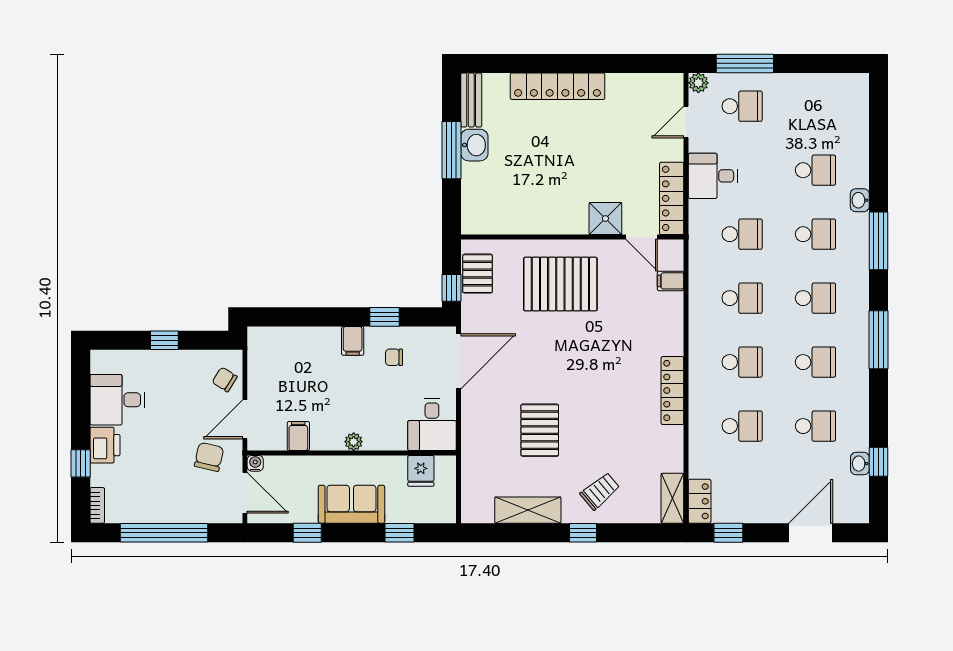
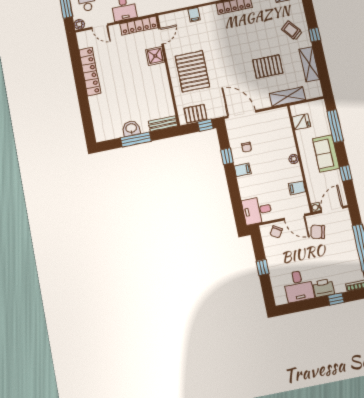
locker: (558, 86) -> (90, 72), moved
bench: (471, 100) -> (163, 124), moved
filing cabinet: (671, 281) -> (194, 15), moved
desk: (432, 425) -> (257, 210), moved, turned 180
shelving: (474, 455) -> (287, 97), added
window: (399, 533) -> (335, 126), width x2.17

